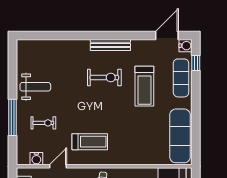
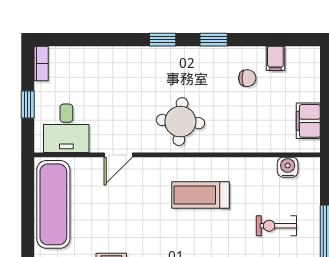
door: (58, 166) -> (118, 155), moved

